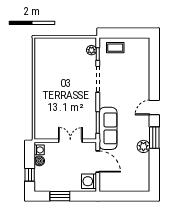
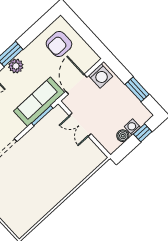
plant: (143, 146) -> (16, 66), moved
washing machine: (39, 150) -> (132, 127), moved
armchair: (132, 174) -> (59, 44), added

